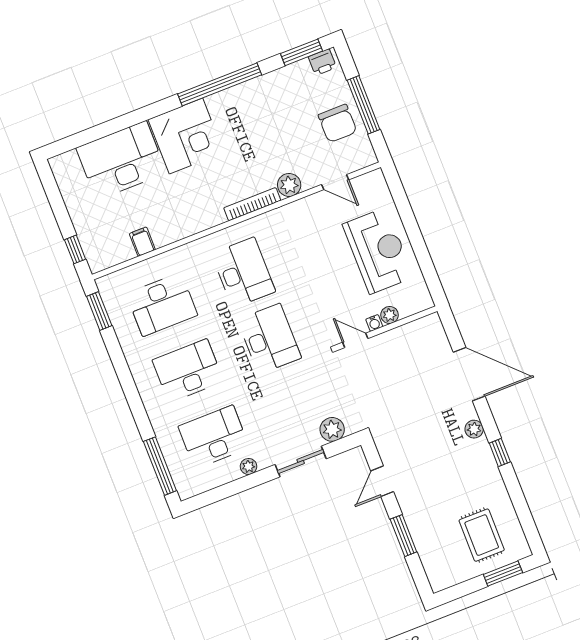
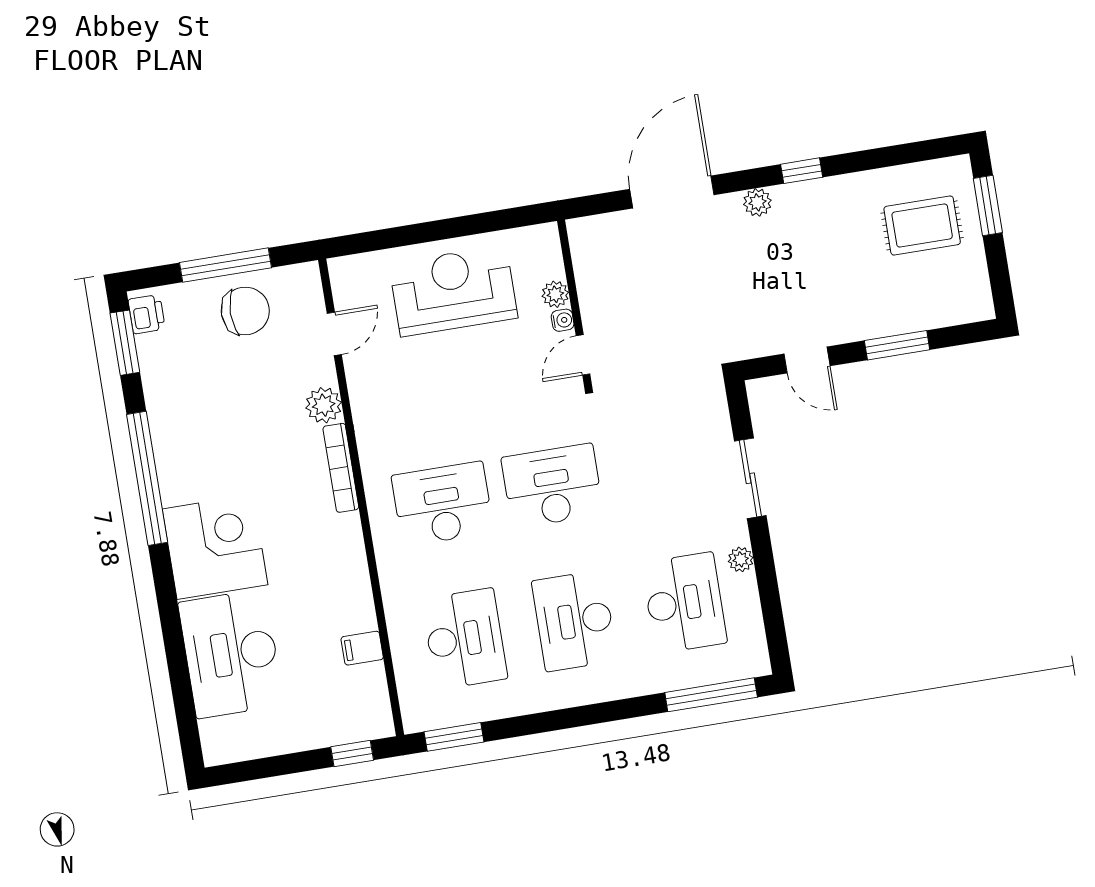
plant: (332, 429) -> (712, 419), removed
desk: (214, 437) -> (684, 603), turned 180

